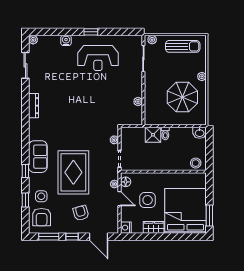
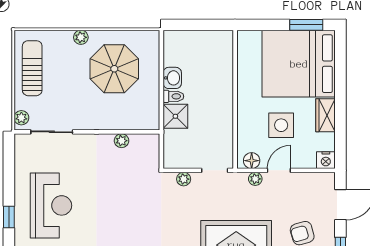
washbasin: (200, 133) -> (172, 78), moved
stool: (196, 163) -> (221, 47), removed

